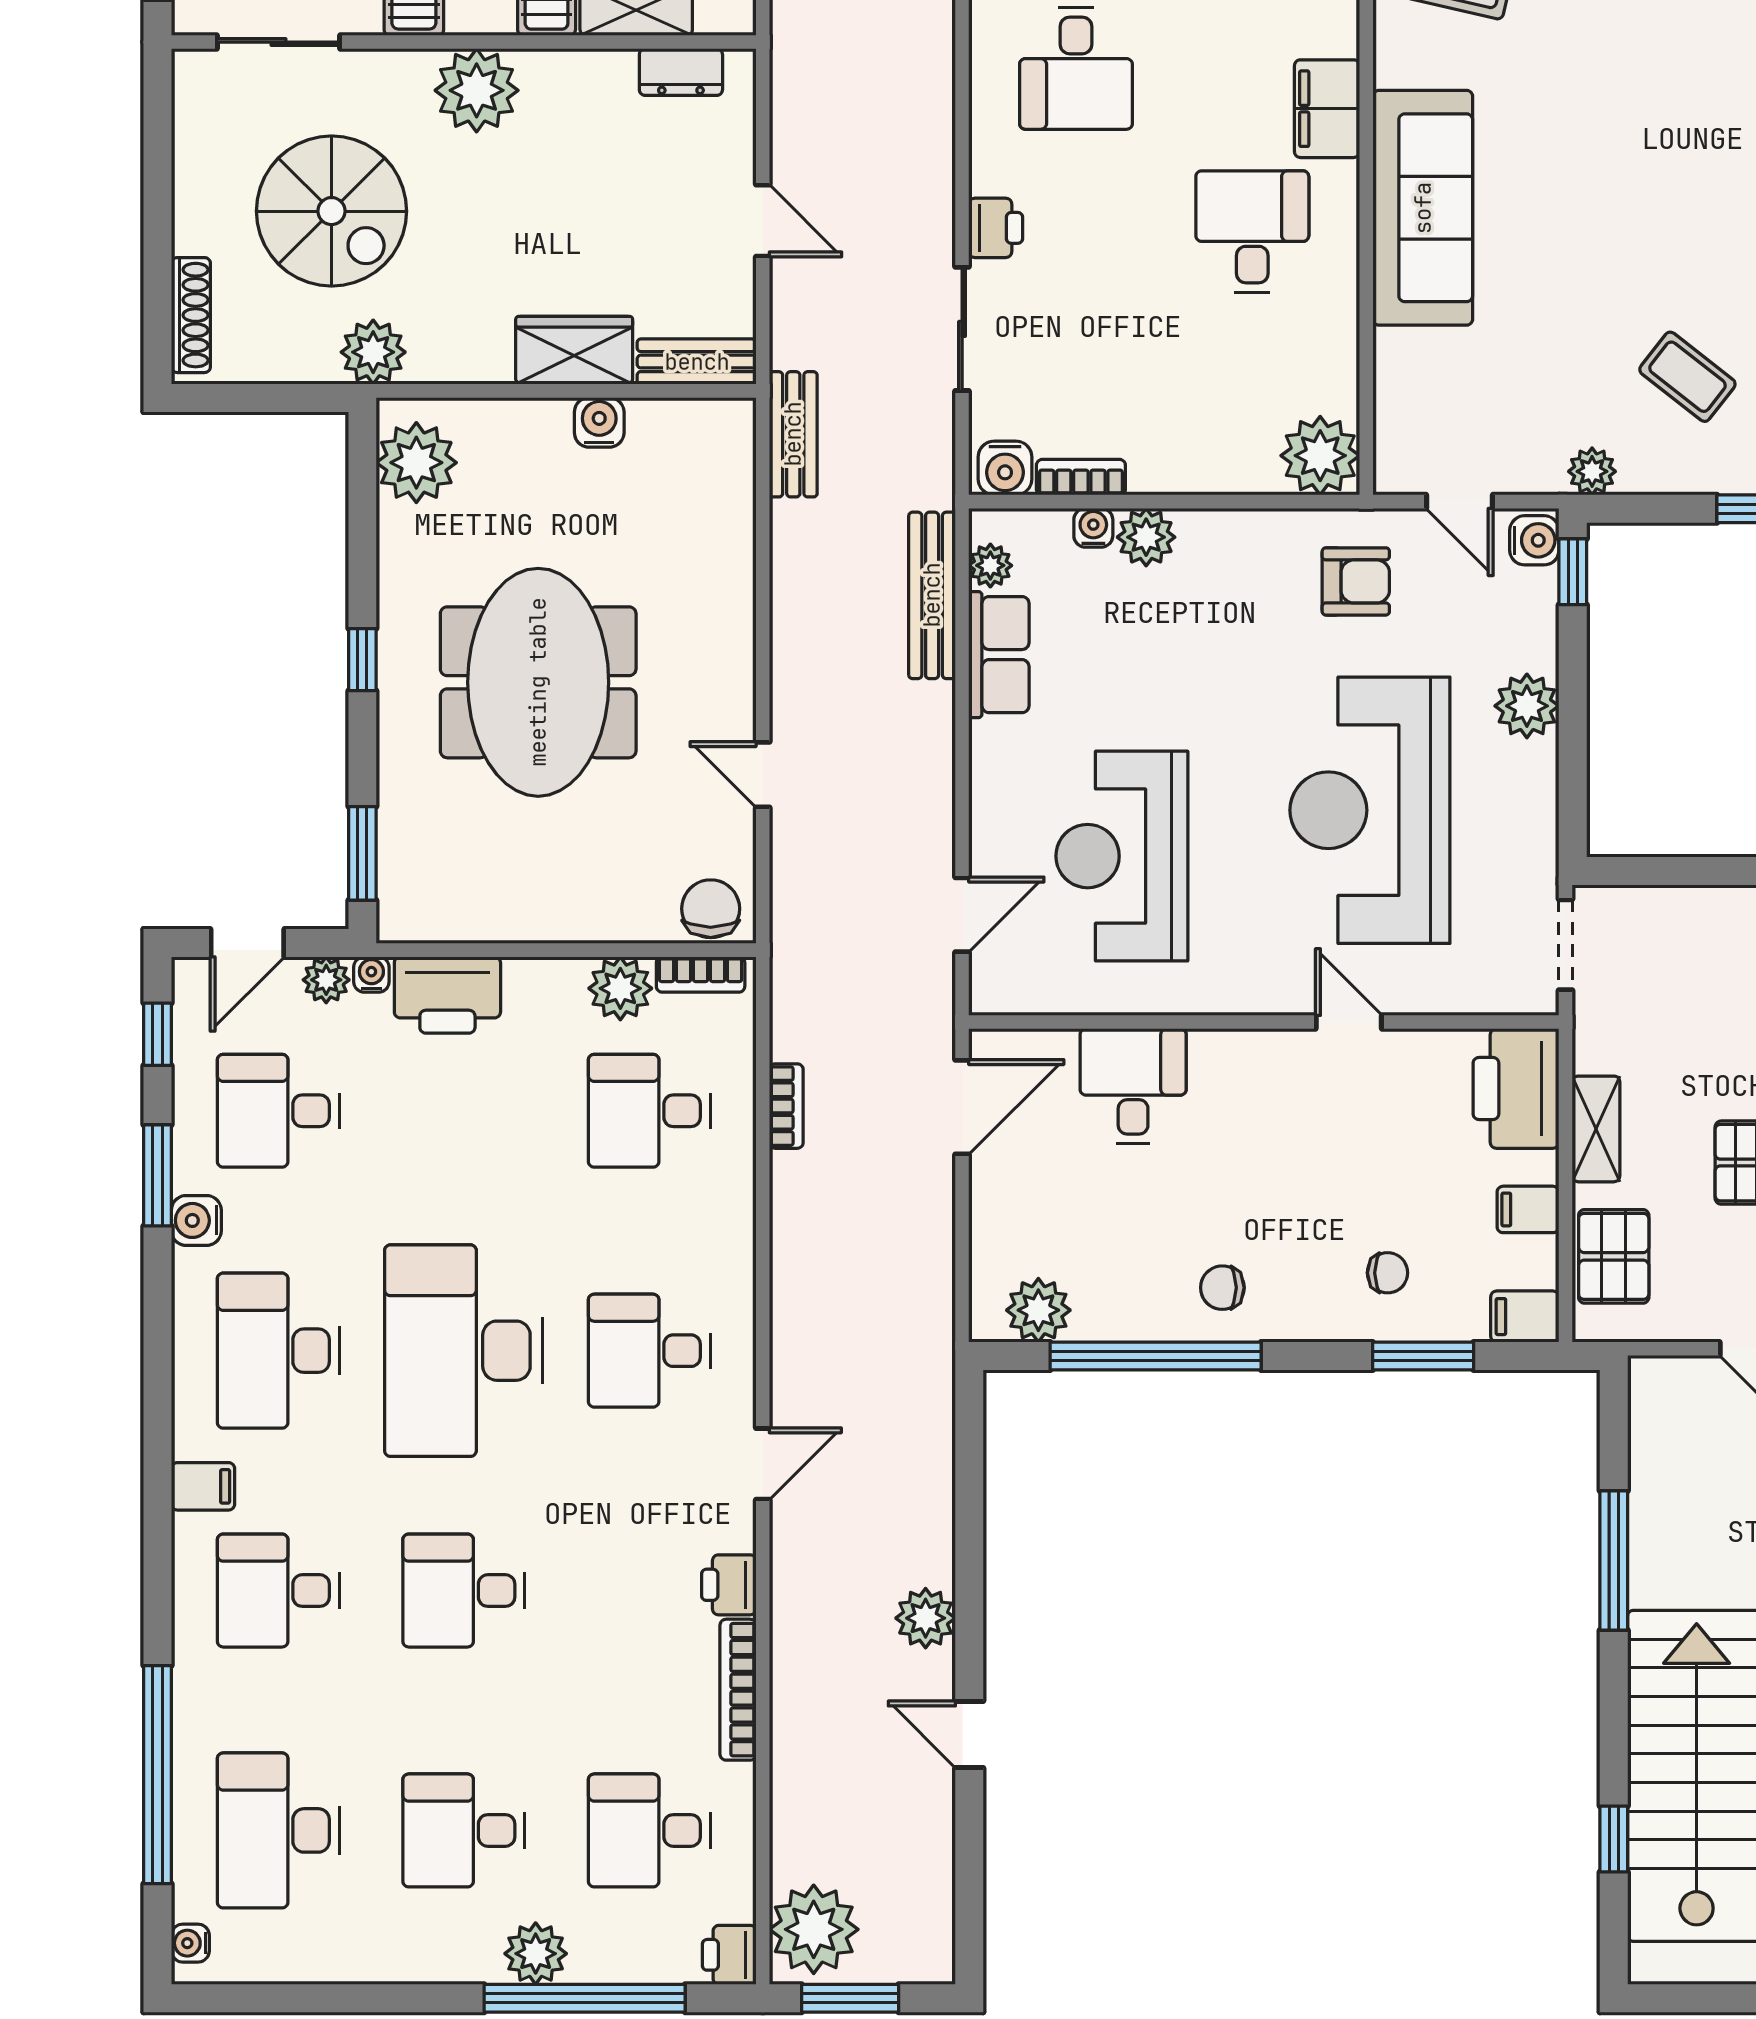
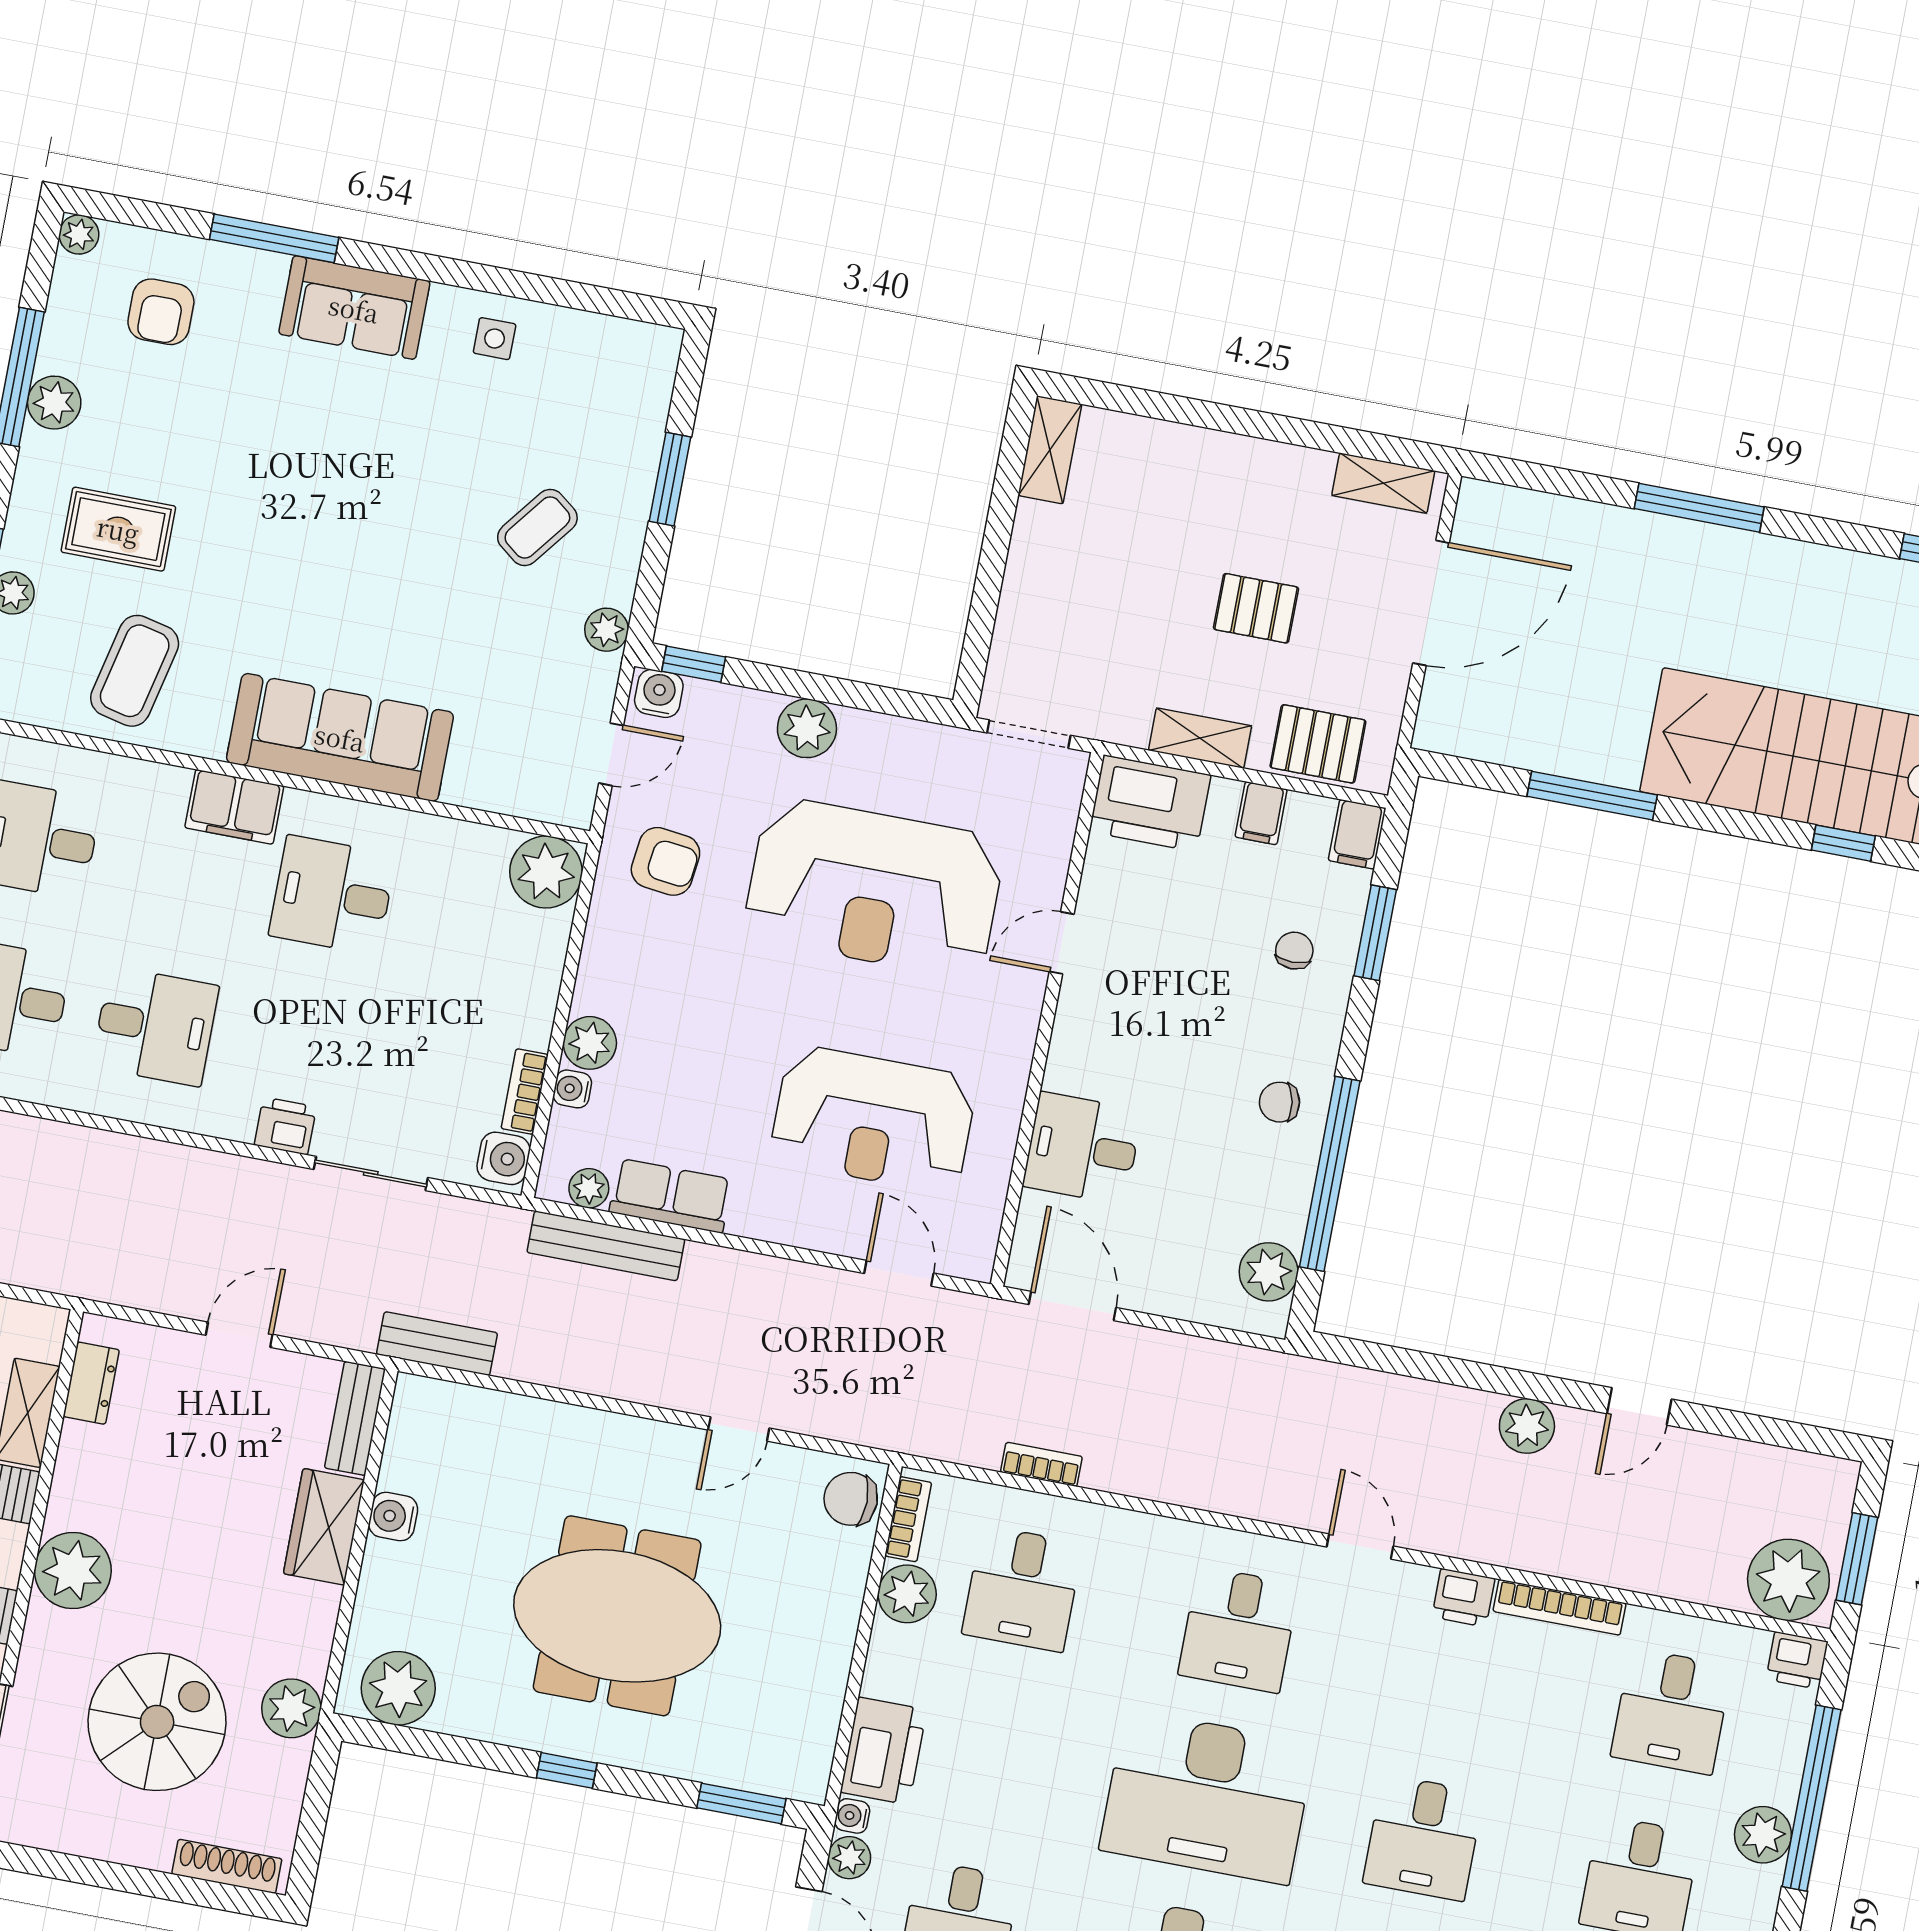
armchair: (1356, 581) -> (665, 861), turned 97
chair: (1222, 1288) -> (1280, 1102), turned 80

